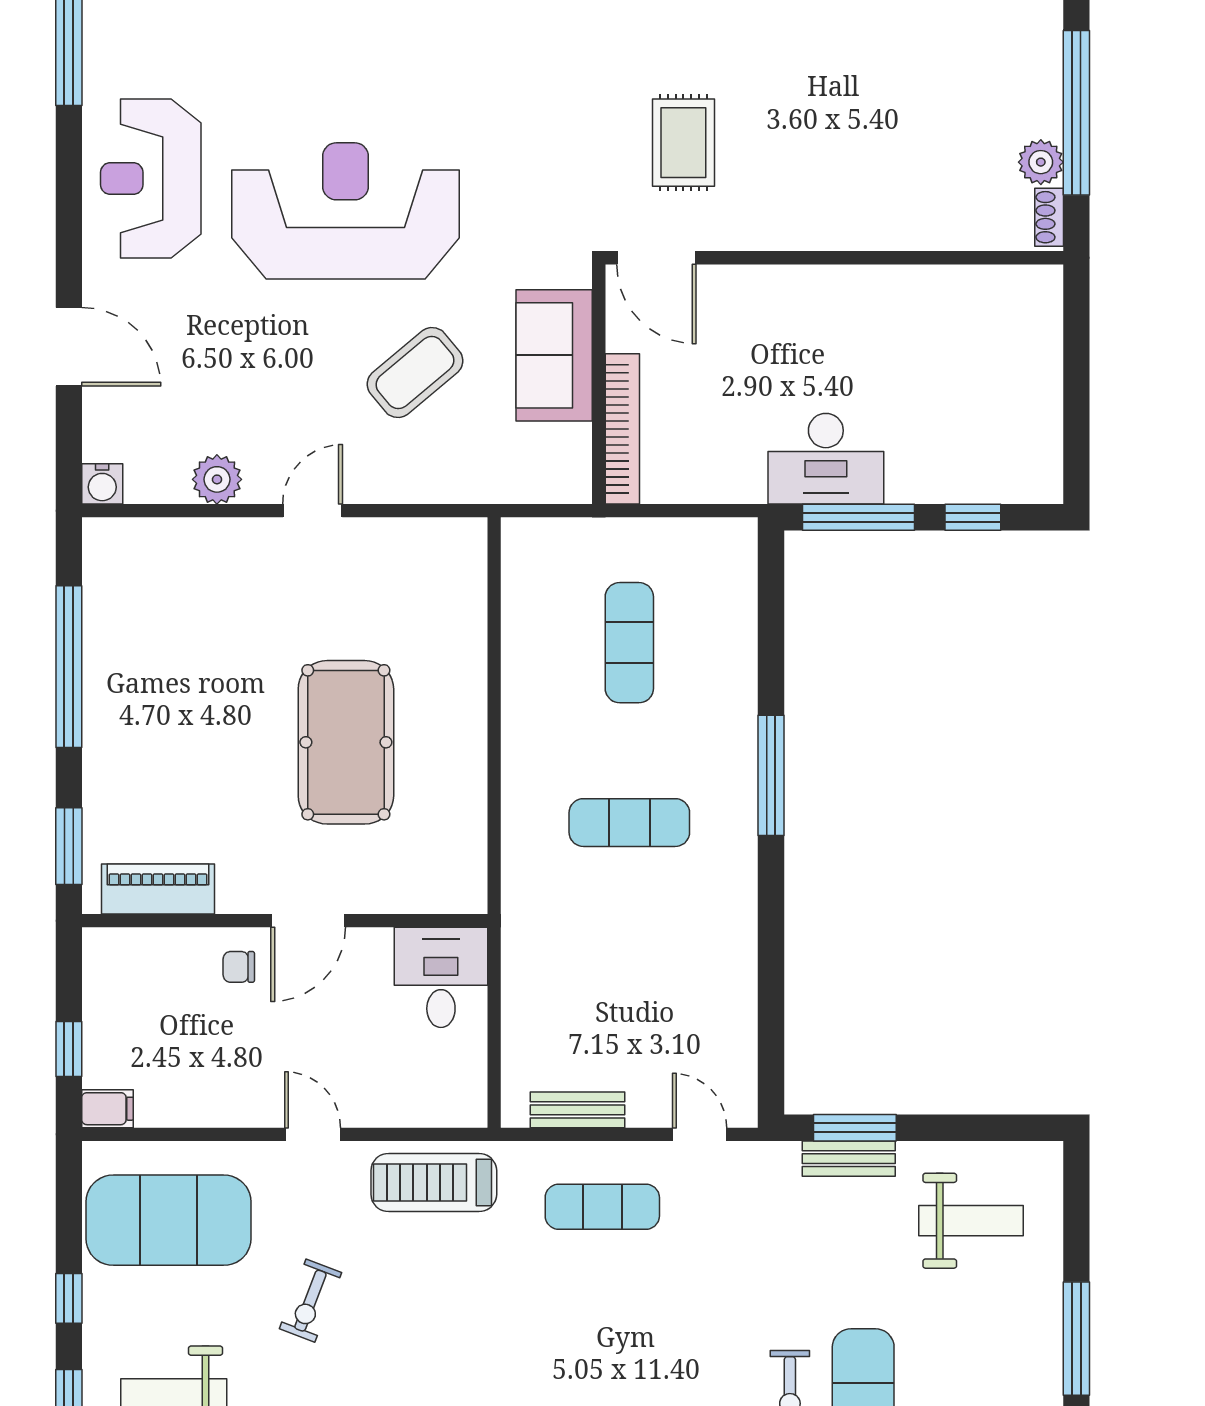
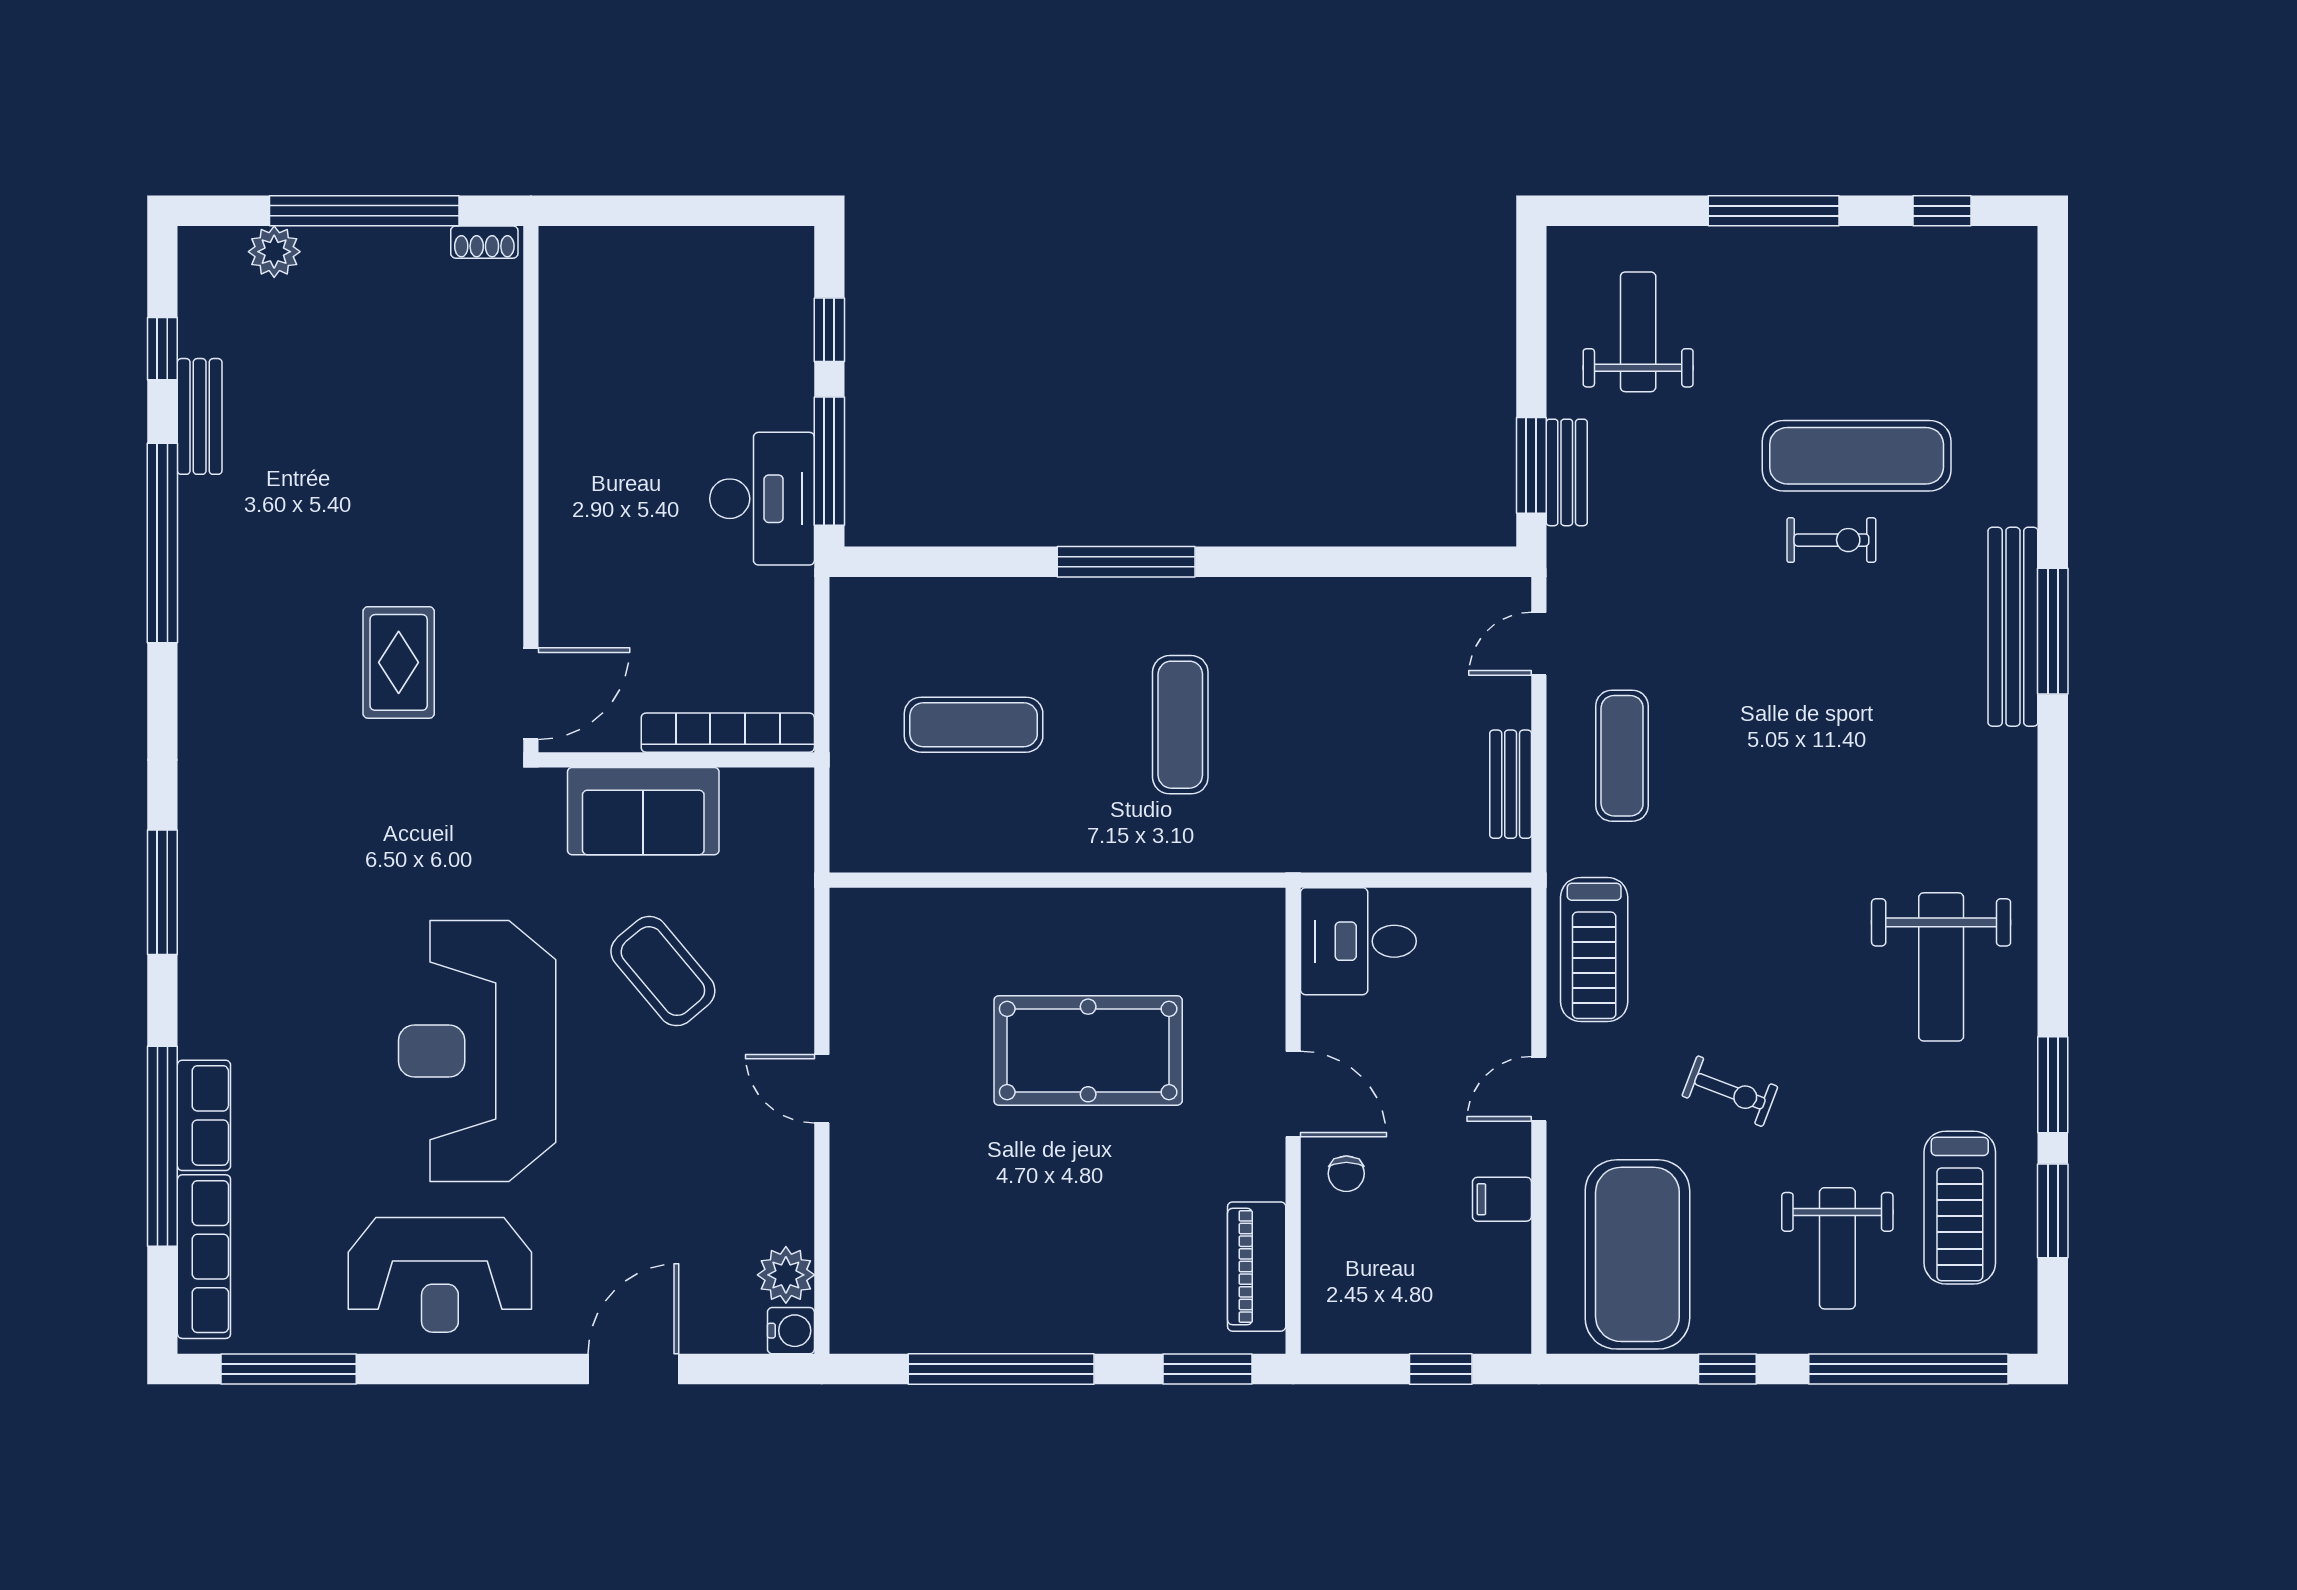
rug: (683, 143) -> (399, 662), turned 90
plant: (1041, 162) -> (274, 252), moved
plant: (217, 479) -> (786, 1275), moved
filing cabinet: (107, 1109) -> (1502, 1199), moved, turned -90

